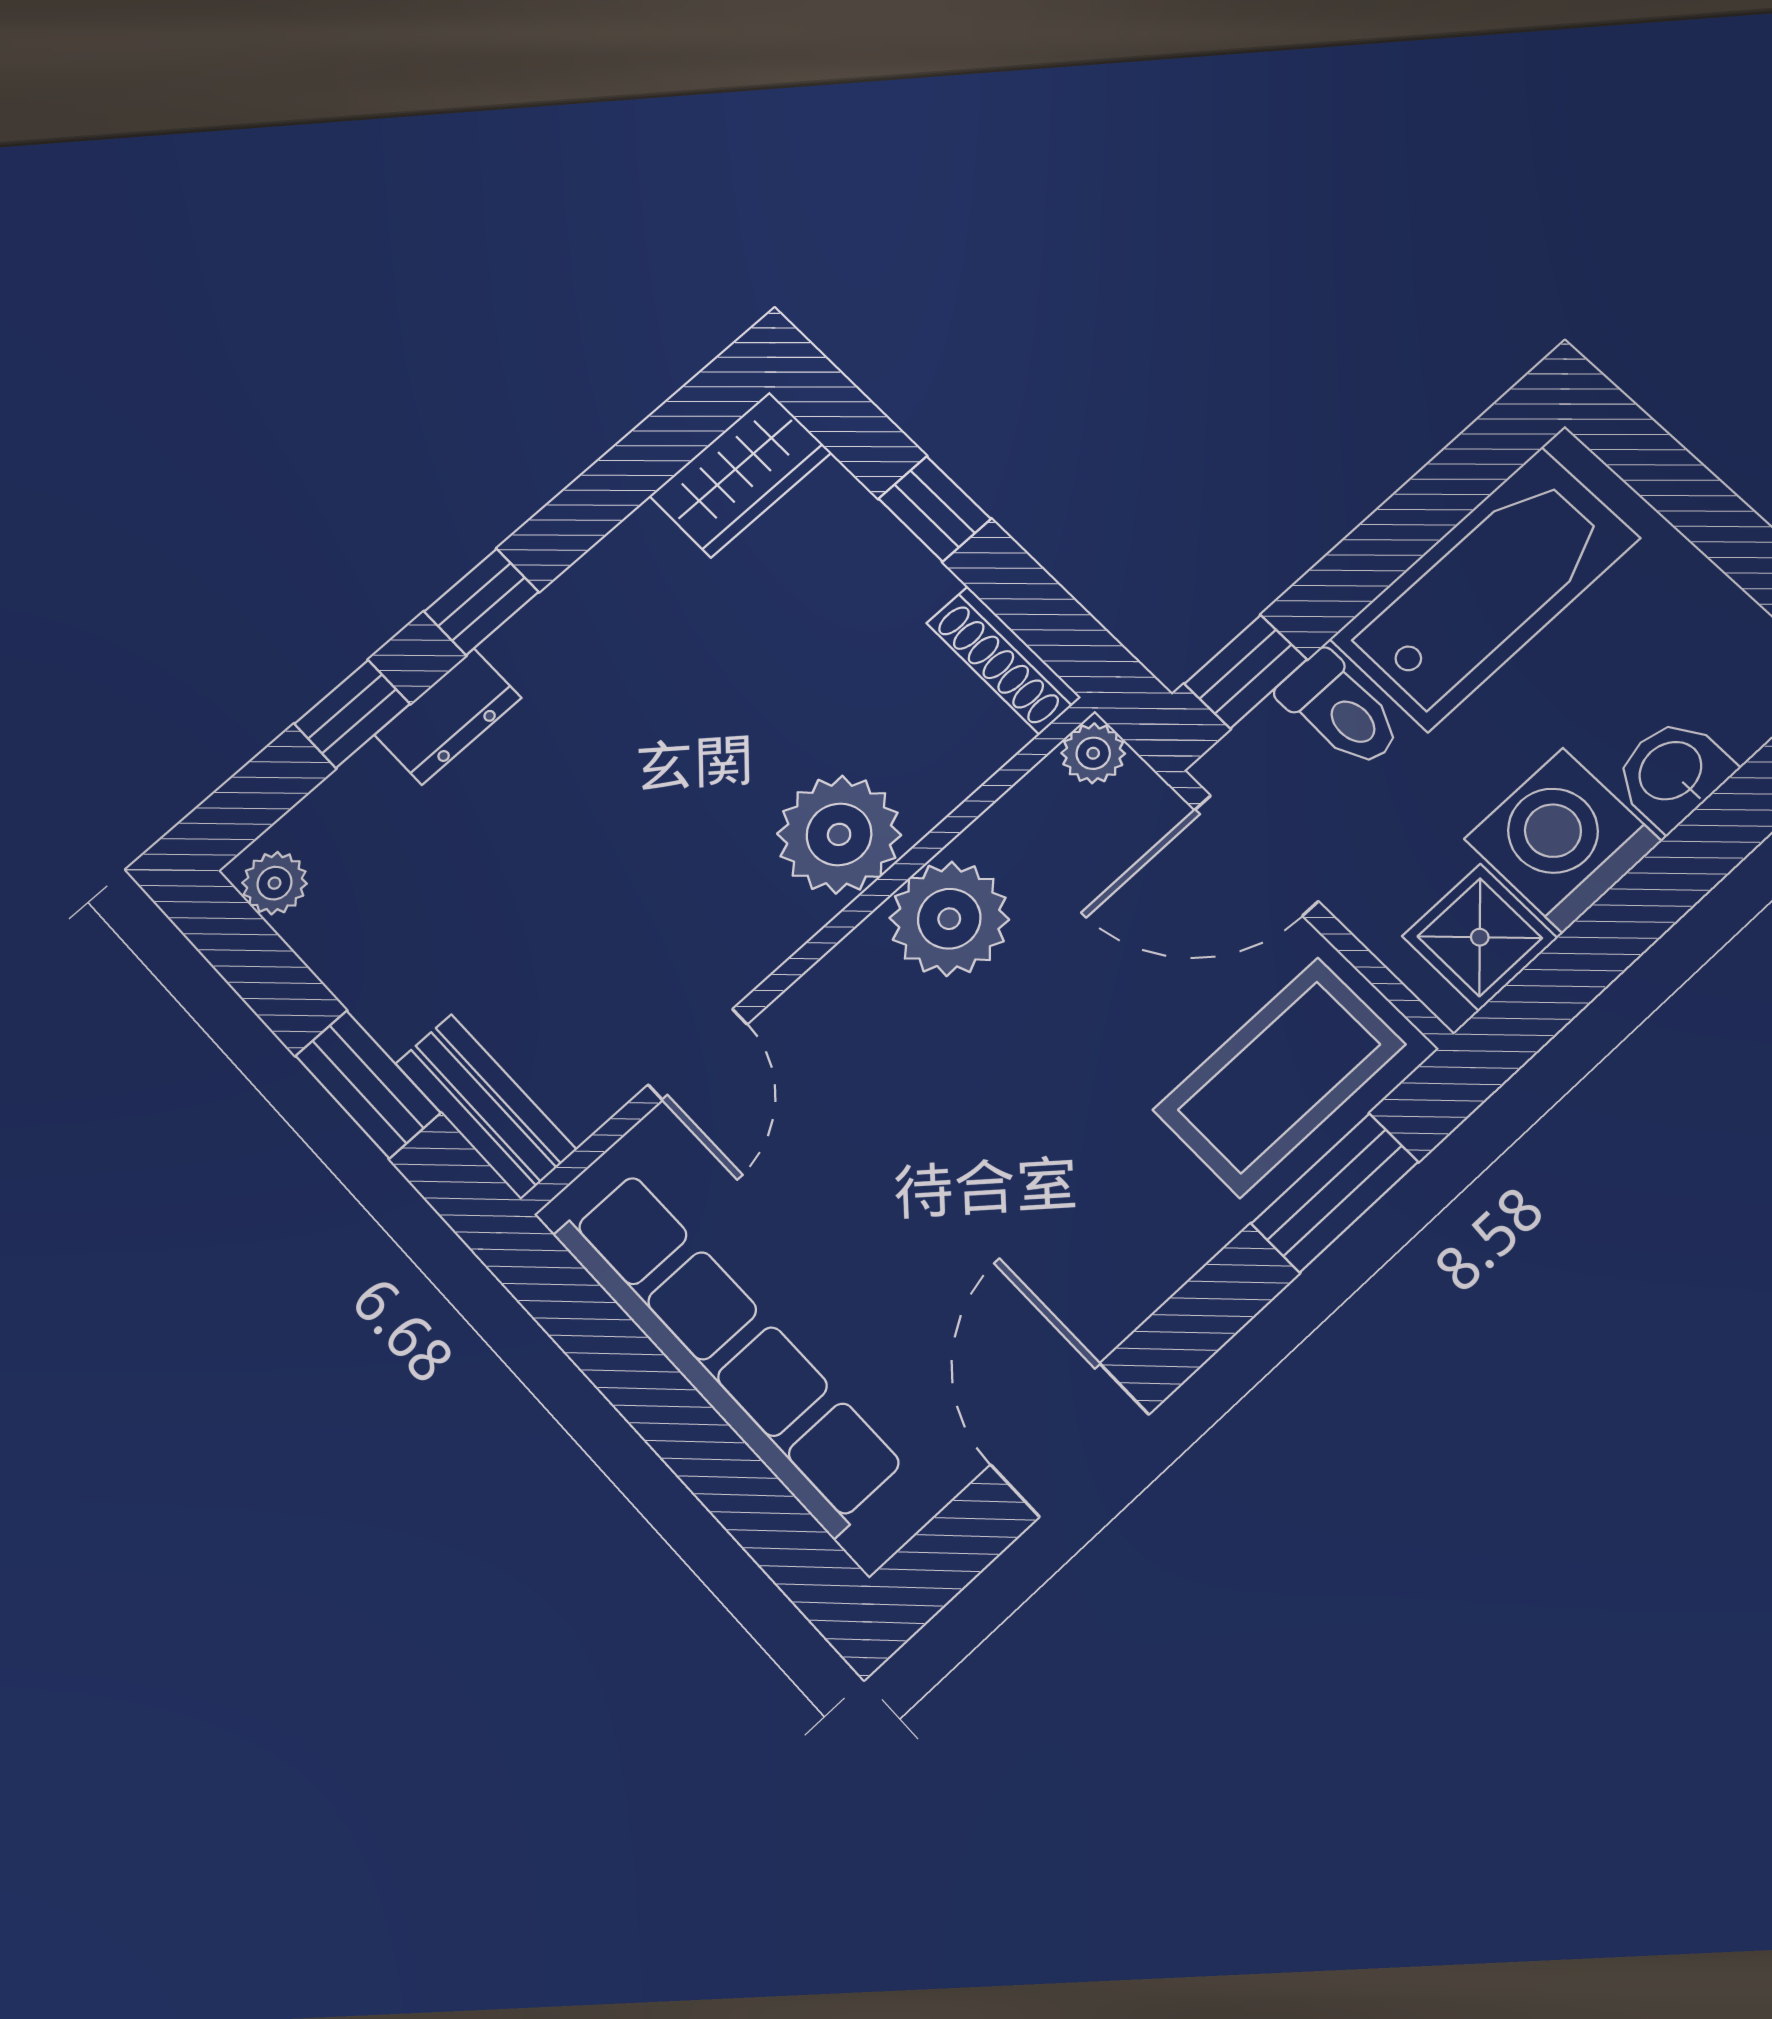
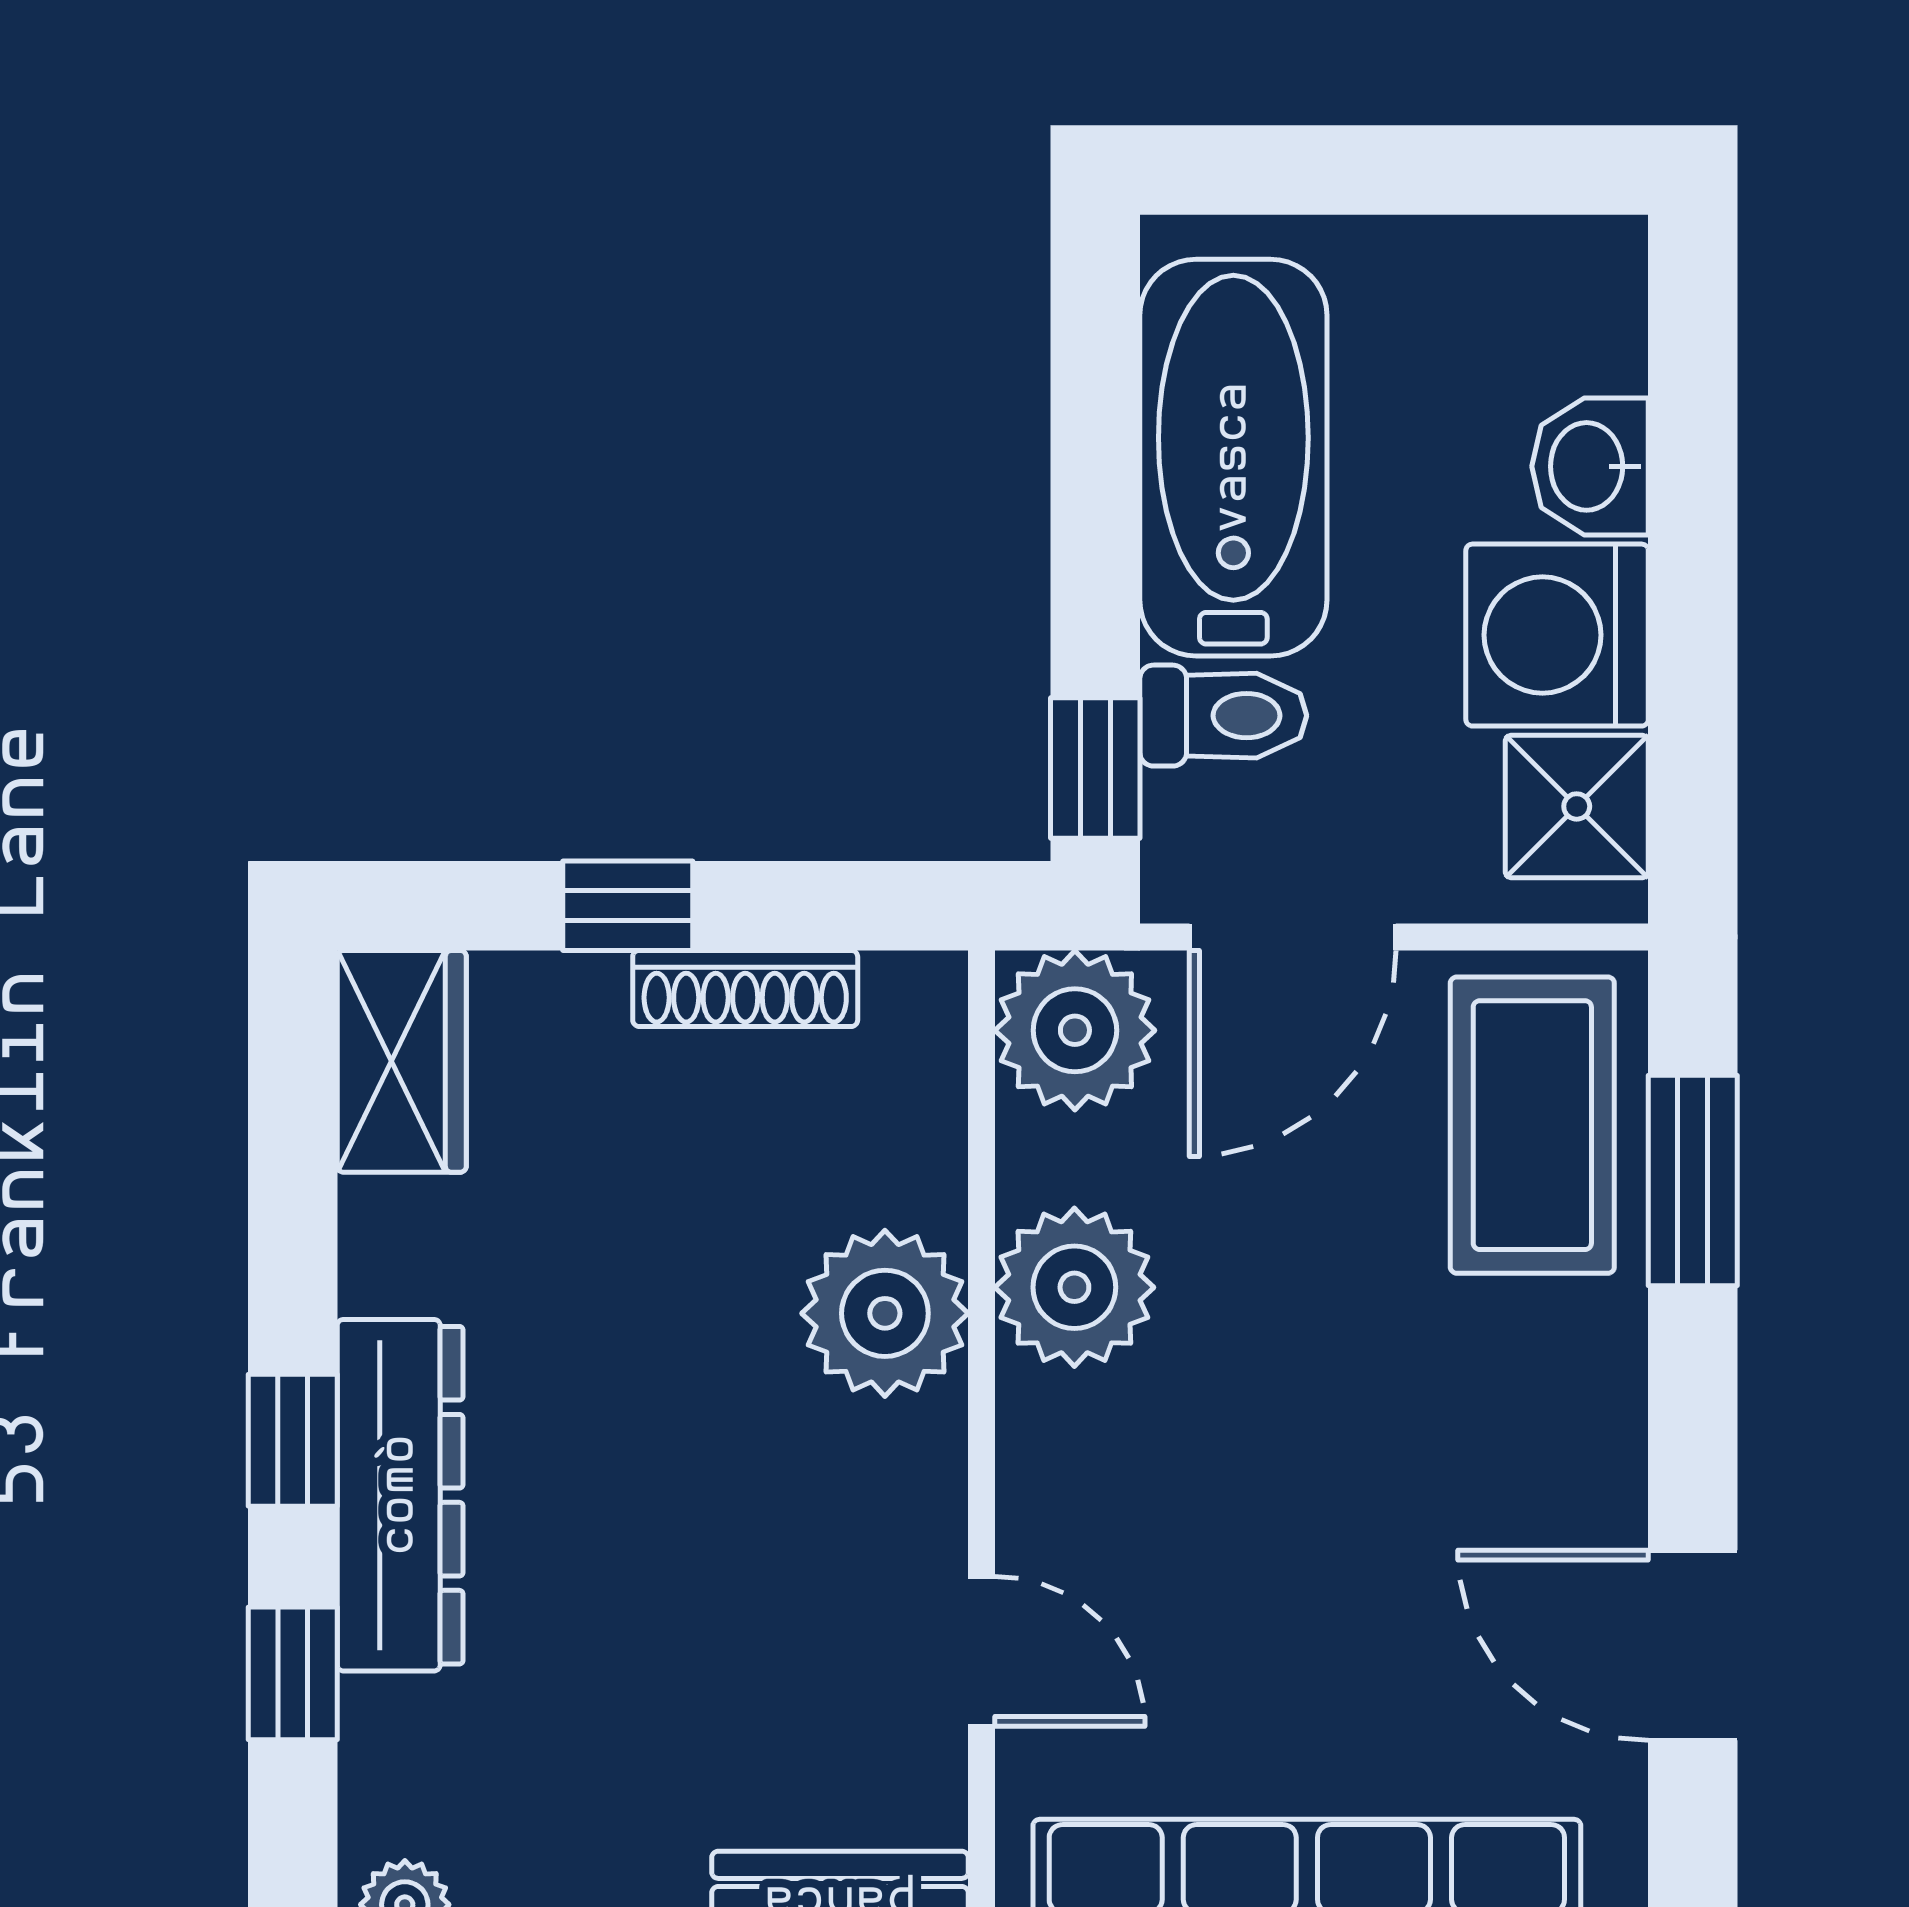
shoe rack: (1003, 660) -> (745, 988), moved
dresser: (448, 716) -> (400, 1495), width x1.96, depth x1.24
plant: (1093, 753) -> (1075, 1030), width x1.88, depth x1.88

